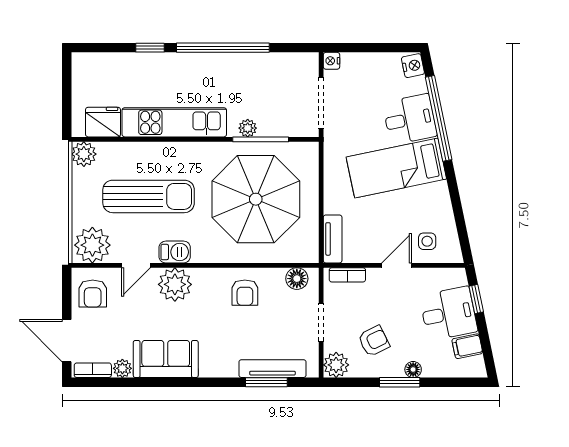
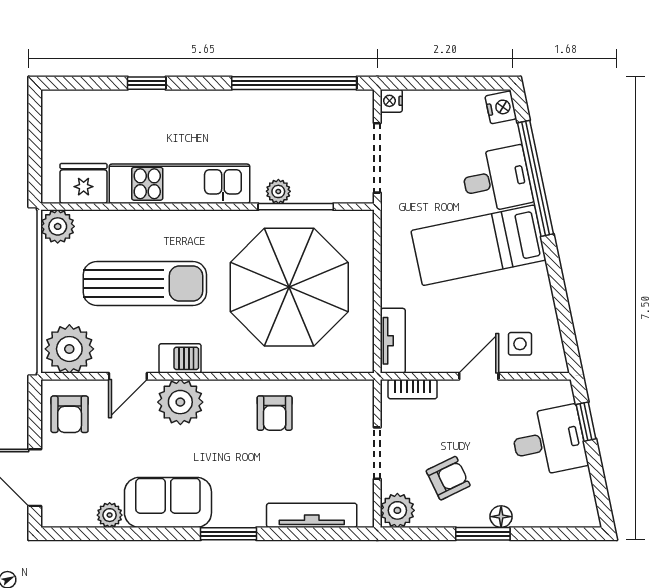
window: (223, 48) -> (294, 83), moved
floor lamp: (297, 279) -> (344, 394), removed
filing cabinet: (467, 346) -> (574, 485), removed
bookcase: (93, 370) -> (70, 518), removed
window: (266, 382) -> (228, 534), moved

